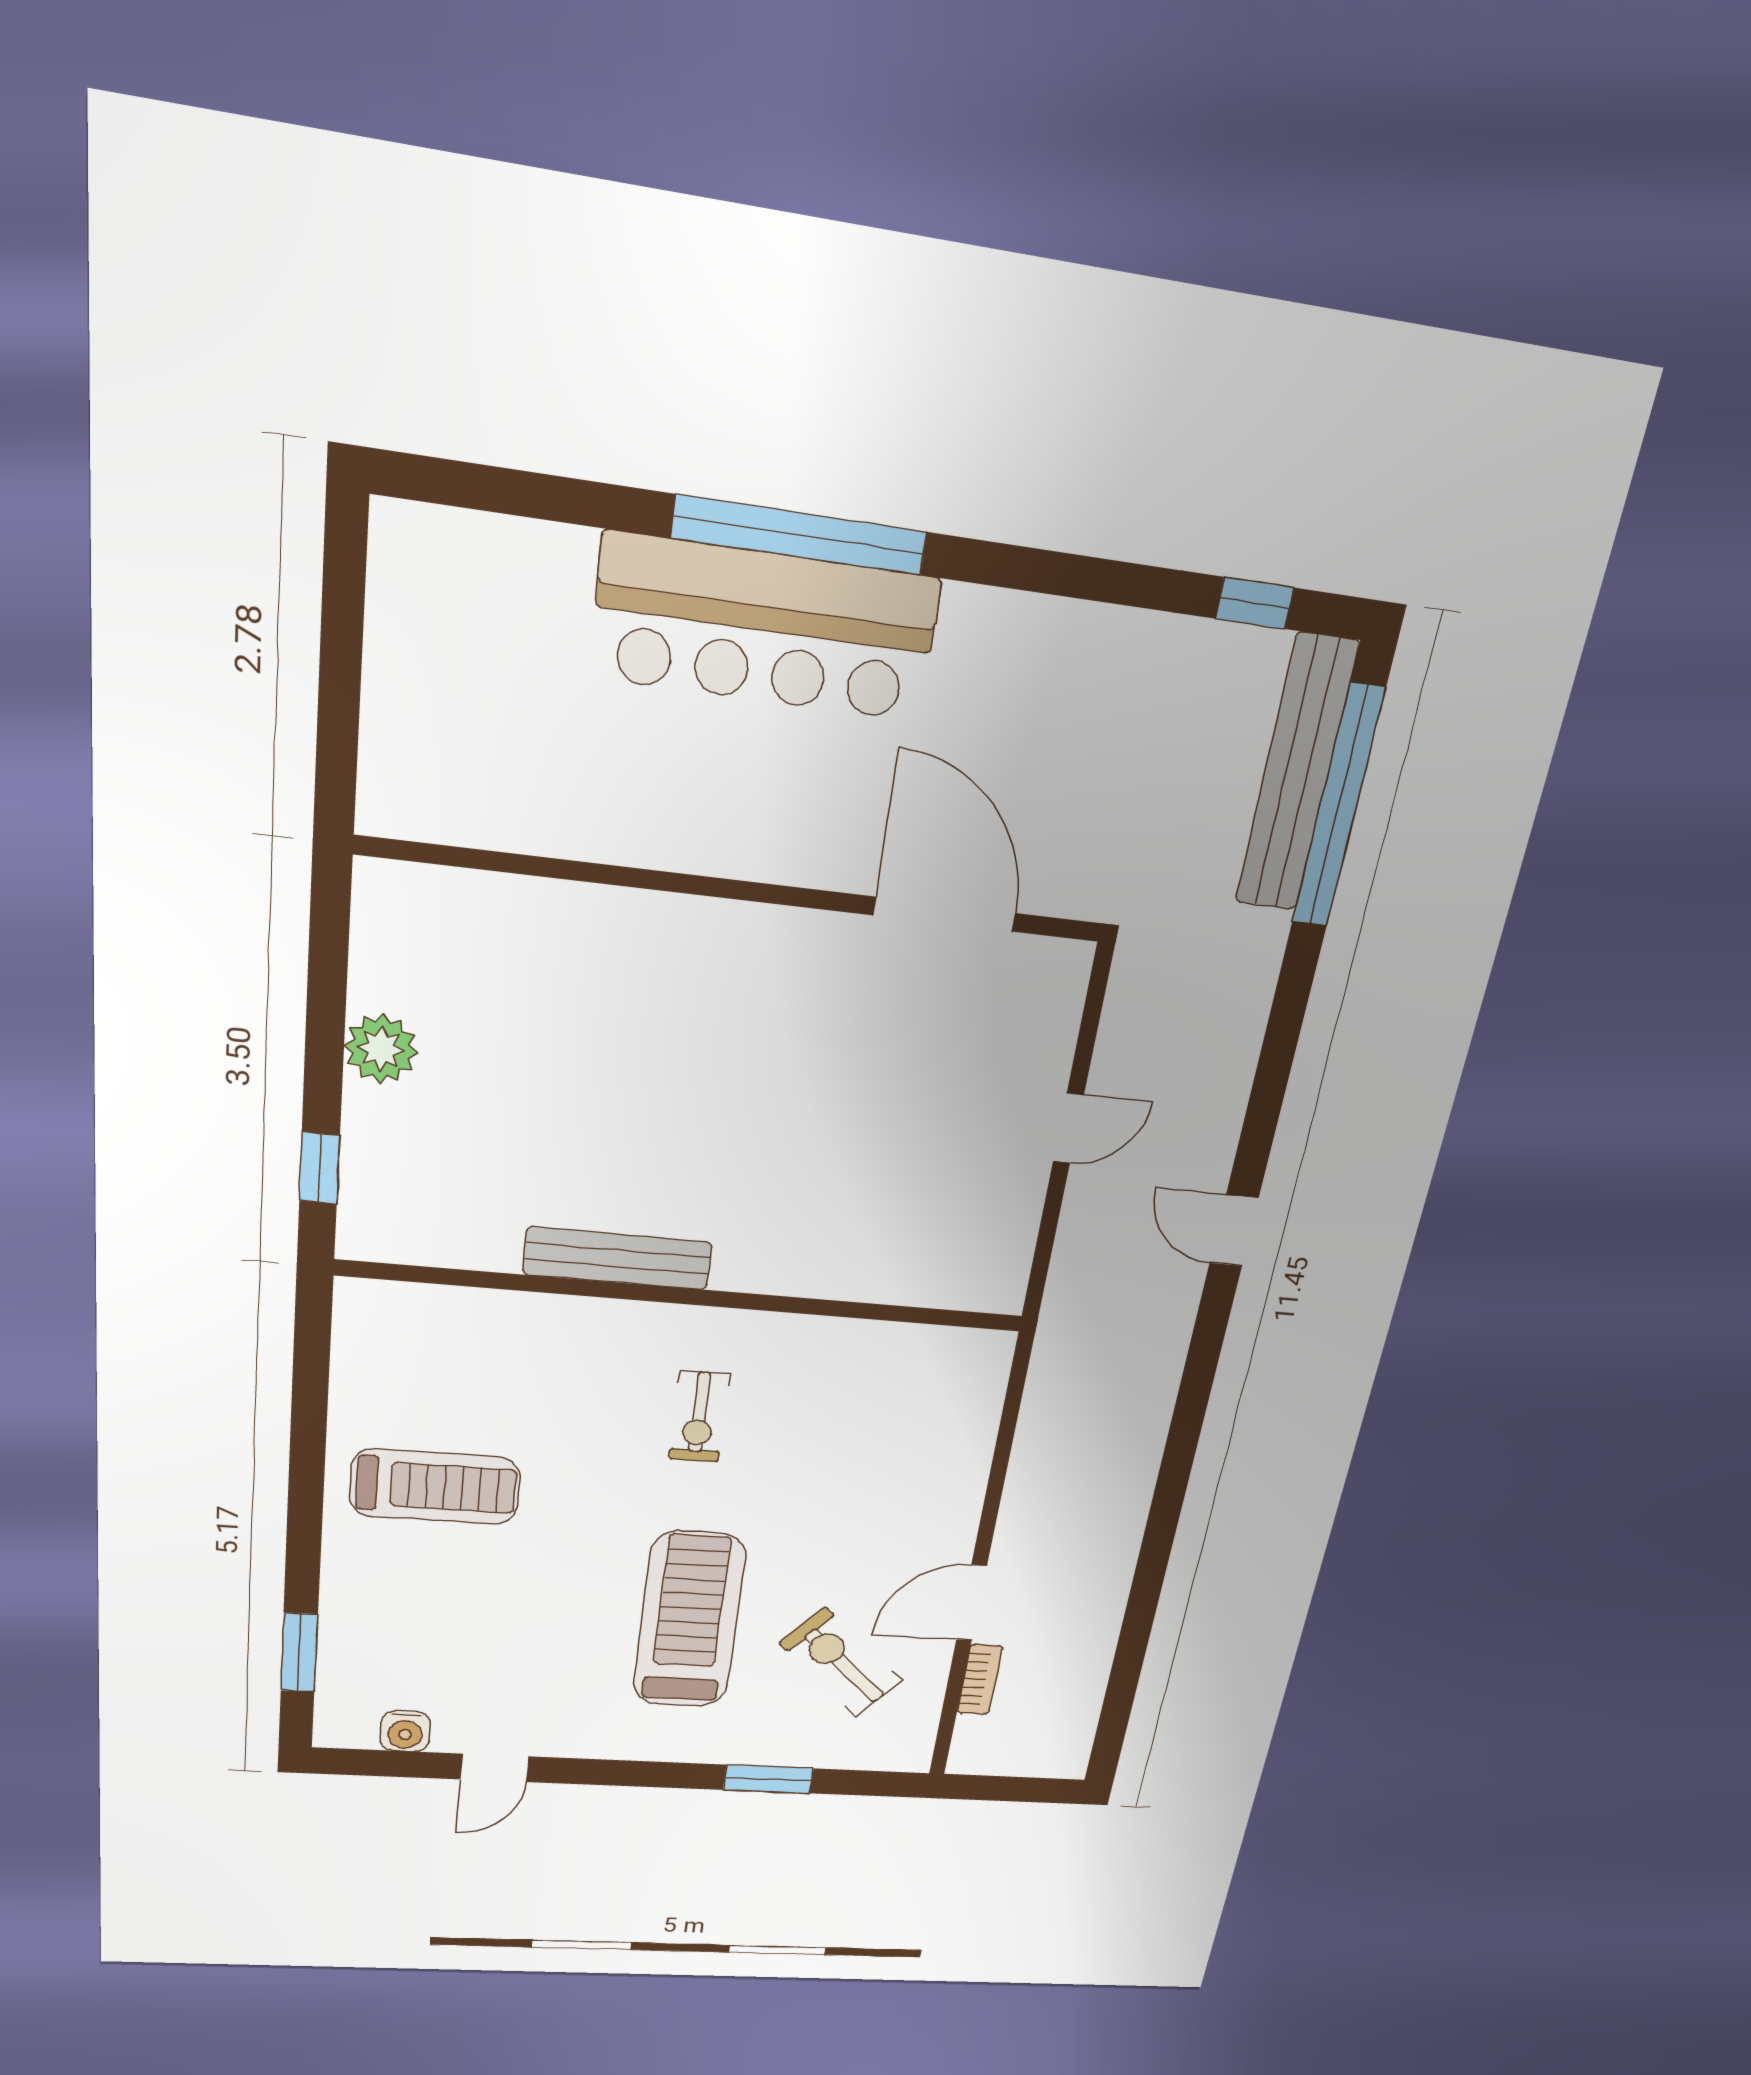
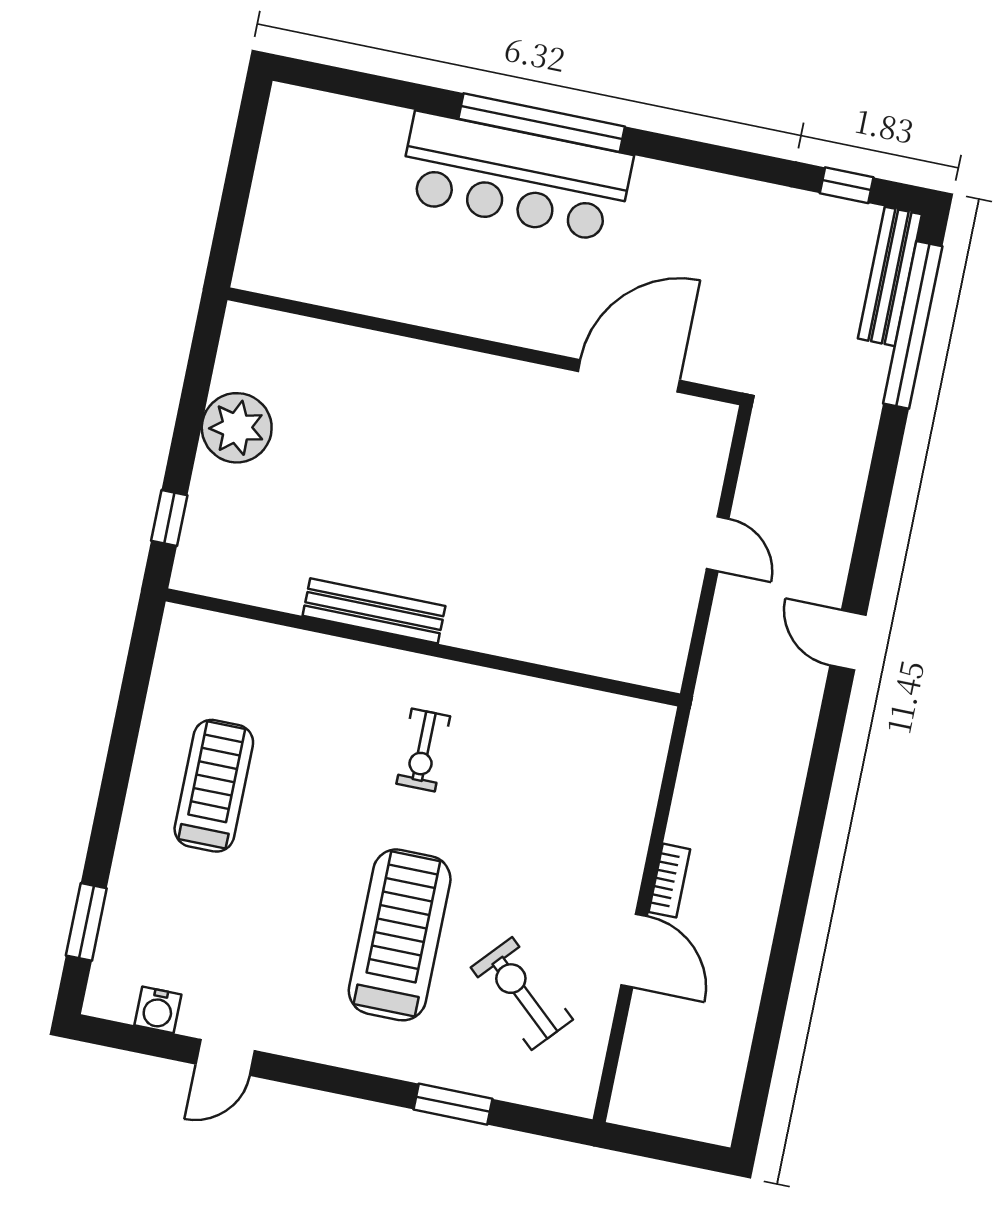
bench: (1296, 774) -> (890, 276), width x0.73, depth x0.82
door: (945, 914) -> (629, 376), hinge flipped
plant: (381, 1049) -> (237, 428), width x1.36, depth x1.36
door: (1068, 1128) -> (718, 544), hinge flipped
treadmill: (435, 1487) -> (214, 786), turned -90
door: (972, 1603) -> (634, 951), swing flipped
bookcase: (980, 1679) -> (669, 881), moved

